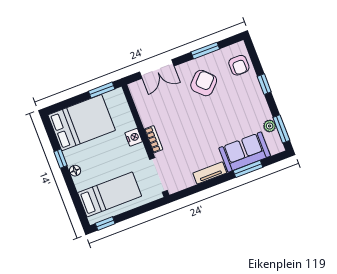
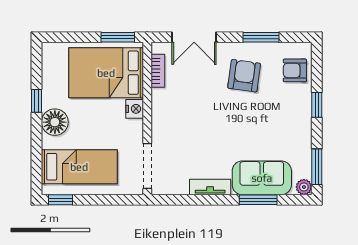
armchair: (239, 65) -> (295, 70), turned 90
armchair: (204, 83) -> (244, 76), turned -37
bed: (82, 123) -> (106, 73), moved, turned 180
plant: (270, 126) -> (304, 187), moved
bookcase: (154, 139) -> (158, 71), moved
floor lamp: (75, 171) -> (55, 122), width x1.89, depth x1.89

